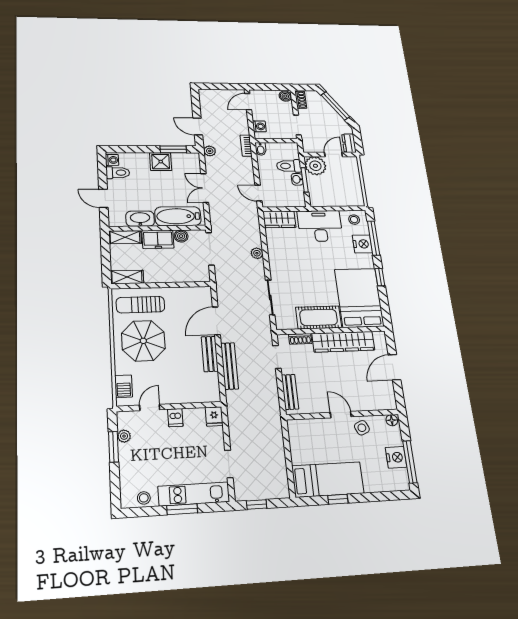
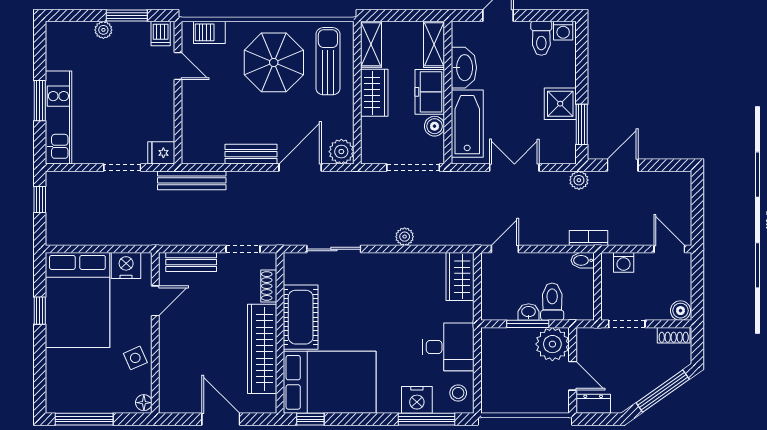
desk: (320, 226) -> (448, 347), width x0.73
wardrobe: (161, 274) -> (374, 93), added
window: (380, 277) -> (310, 419), moved
plant: (203, 294) -> (341, 152), added
door: (216, 321) -> (300, 167), hinge flipped
bench: (230, 366) -> (192, 180), moved
door: (341, 415) -> (155, 301), moved
dishwasher: (175, 418) -> (161, 34), moved, turned -90
plant: (124, 436) -> (103, 30), moved
nightstand: (396, 457) -> (126, 266), moved, turned 180
doorway: (229, 464) -> (122, 167), moved
bed: (328, 480) -> (77, 300), width x1.50
stool: (144, 498) -> (57, 52), removed

